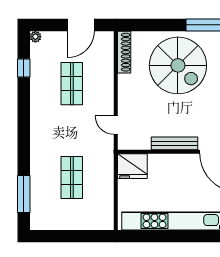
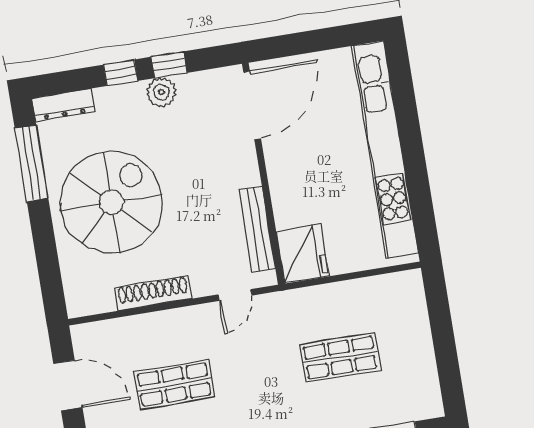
shoe rack: (124, 52) -> (153, 293), moved
bench: (175, 143) -> (257, 229), moved

